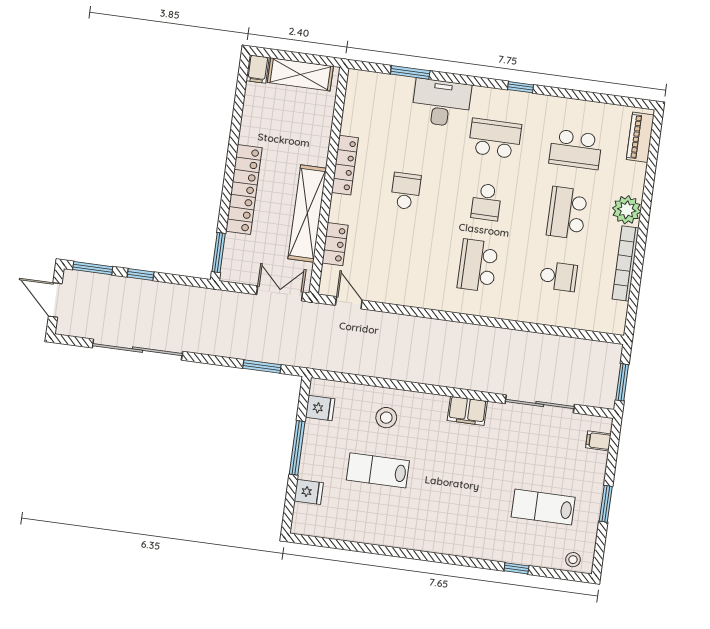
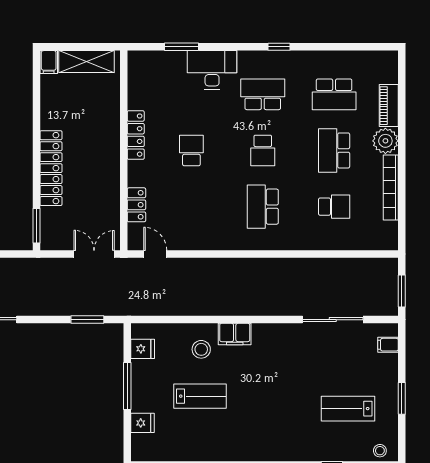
piano: (640, 137) -> (389, 106), moved
shelving: (307, 213) -> (109, 181), removed
filing cabinet: (467, 411) -> (235, 334), moved
lab bench: (378, 470) -> (200, 396), turned 180

